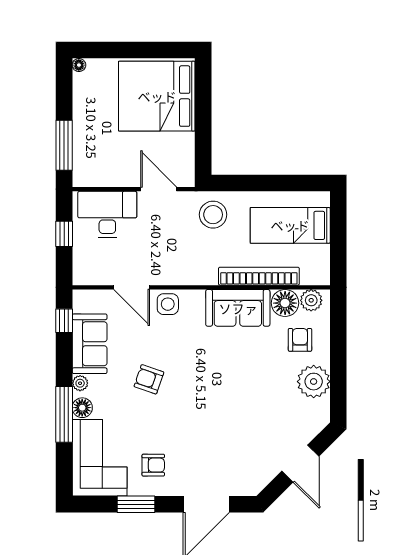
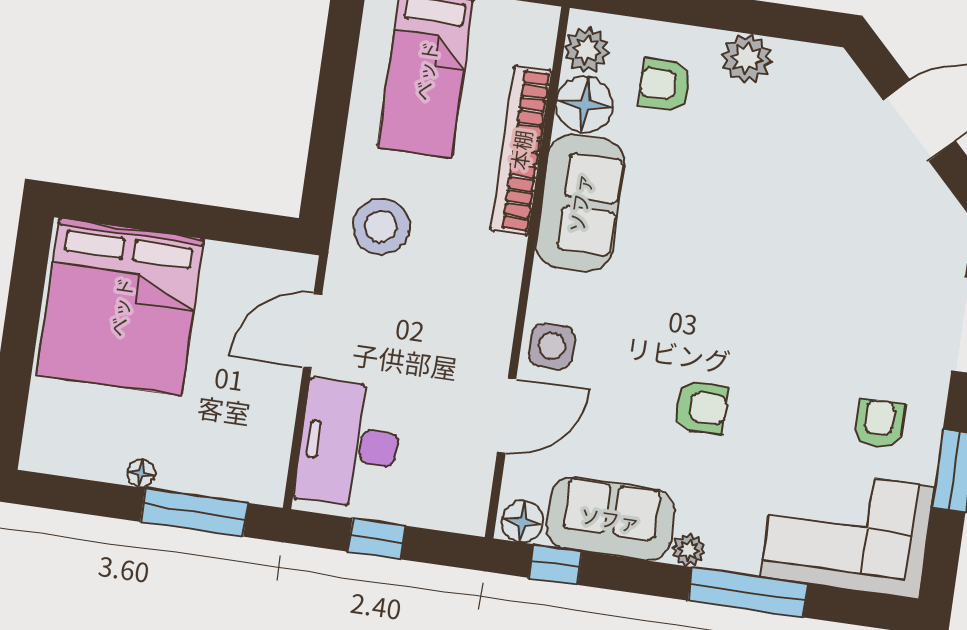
floor lamp: (79, 65) -> (141, 473), moved
armchair: (149, 379) -> (701, 407), turned -109
plant: (314, 382) -> (747, 59), width x0.73, depth x0.73
floor lamp: (82, 408) -> (522, 521), moved

